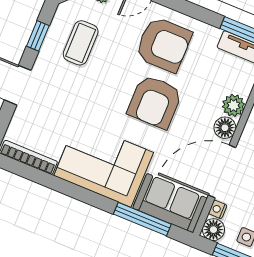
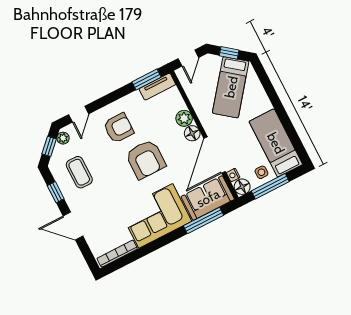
armchair: (164, 44) -> (119, 128), width x0.73, depth x0.73

